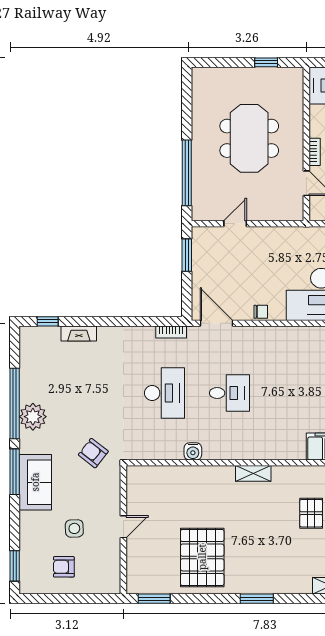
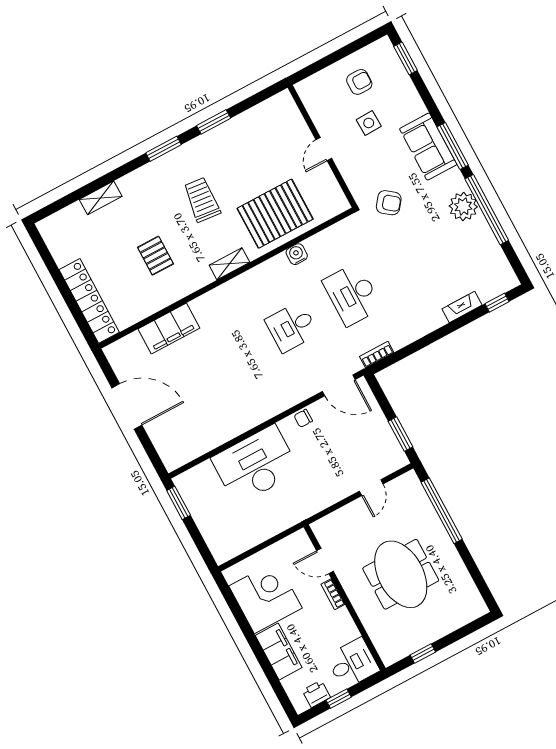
trolley: (247, 539) -> (202, 200), added
pallet: (202, 557) -> (275, 214), moved, turned 90
window: (154, 599) -> (214, 122), moved

